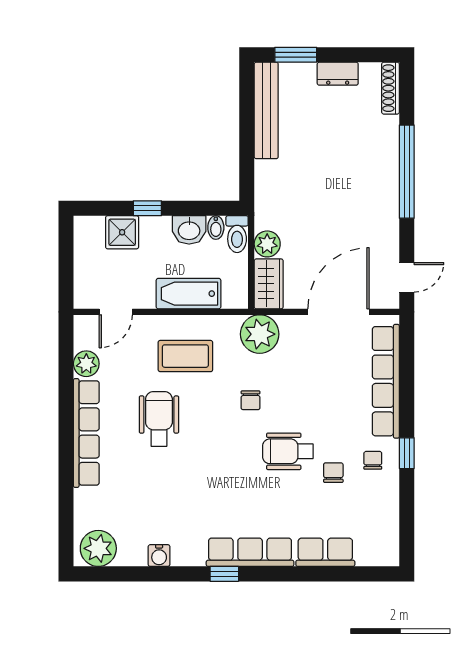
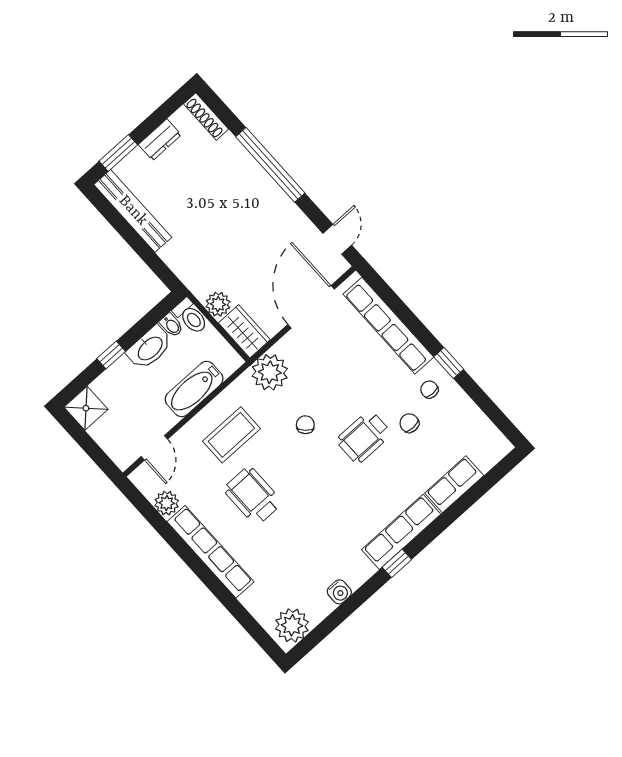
washbasin: (189, 230) -> (150, 348), width x1.38
shower: (122, 232) -> (86, 408), moved
chair: (251, 400) -> (305, 425), turned -136

